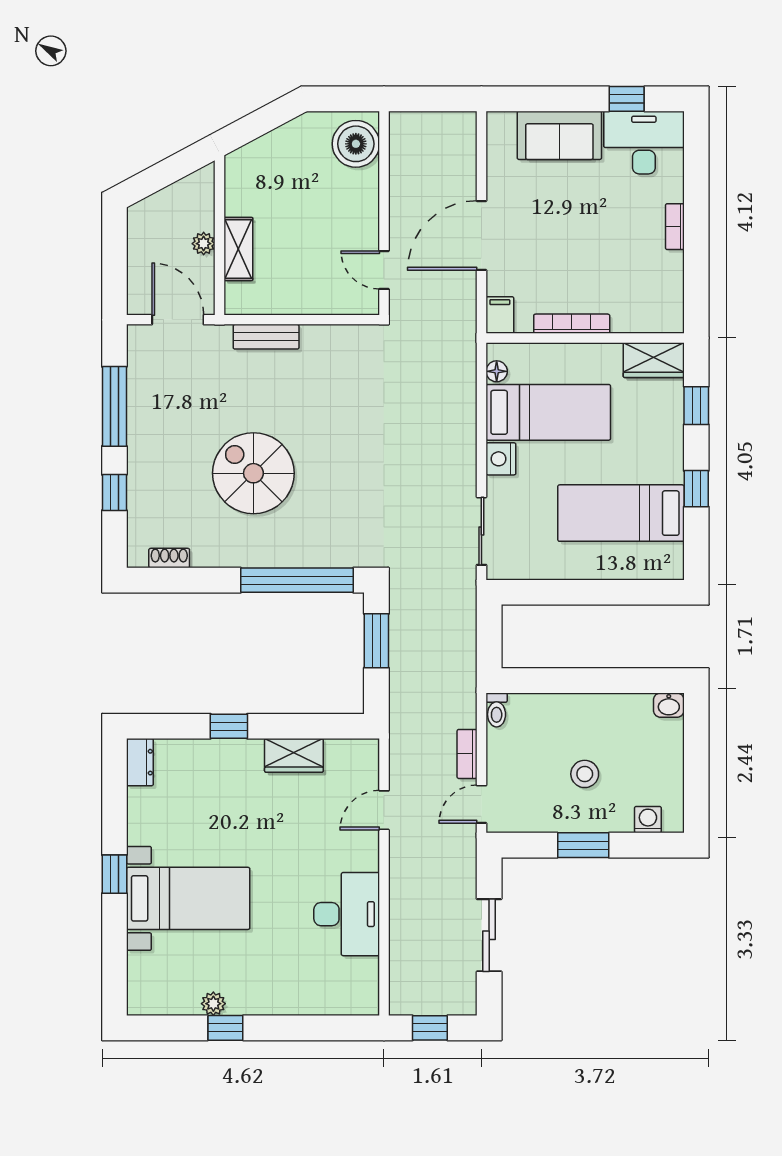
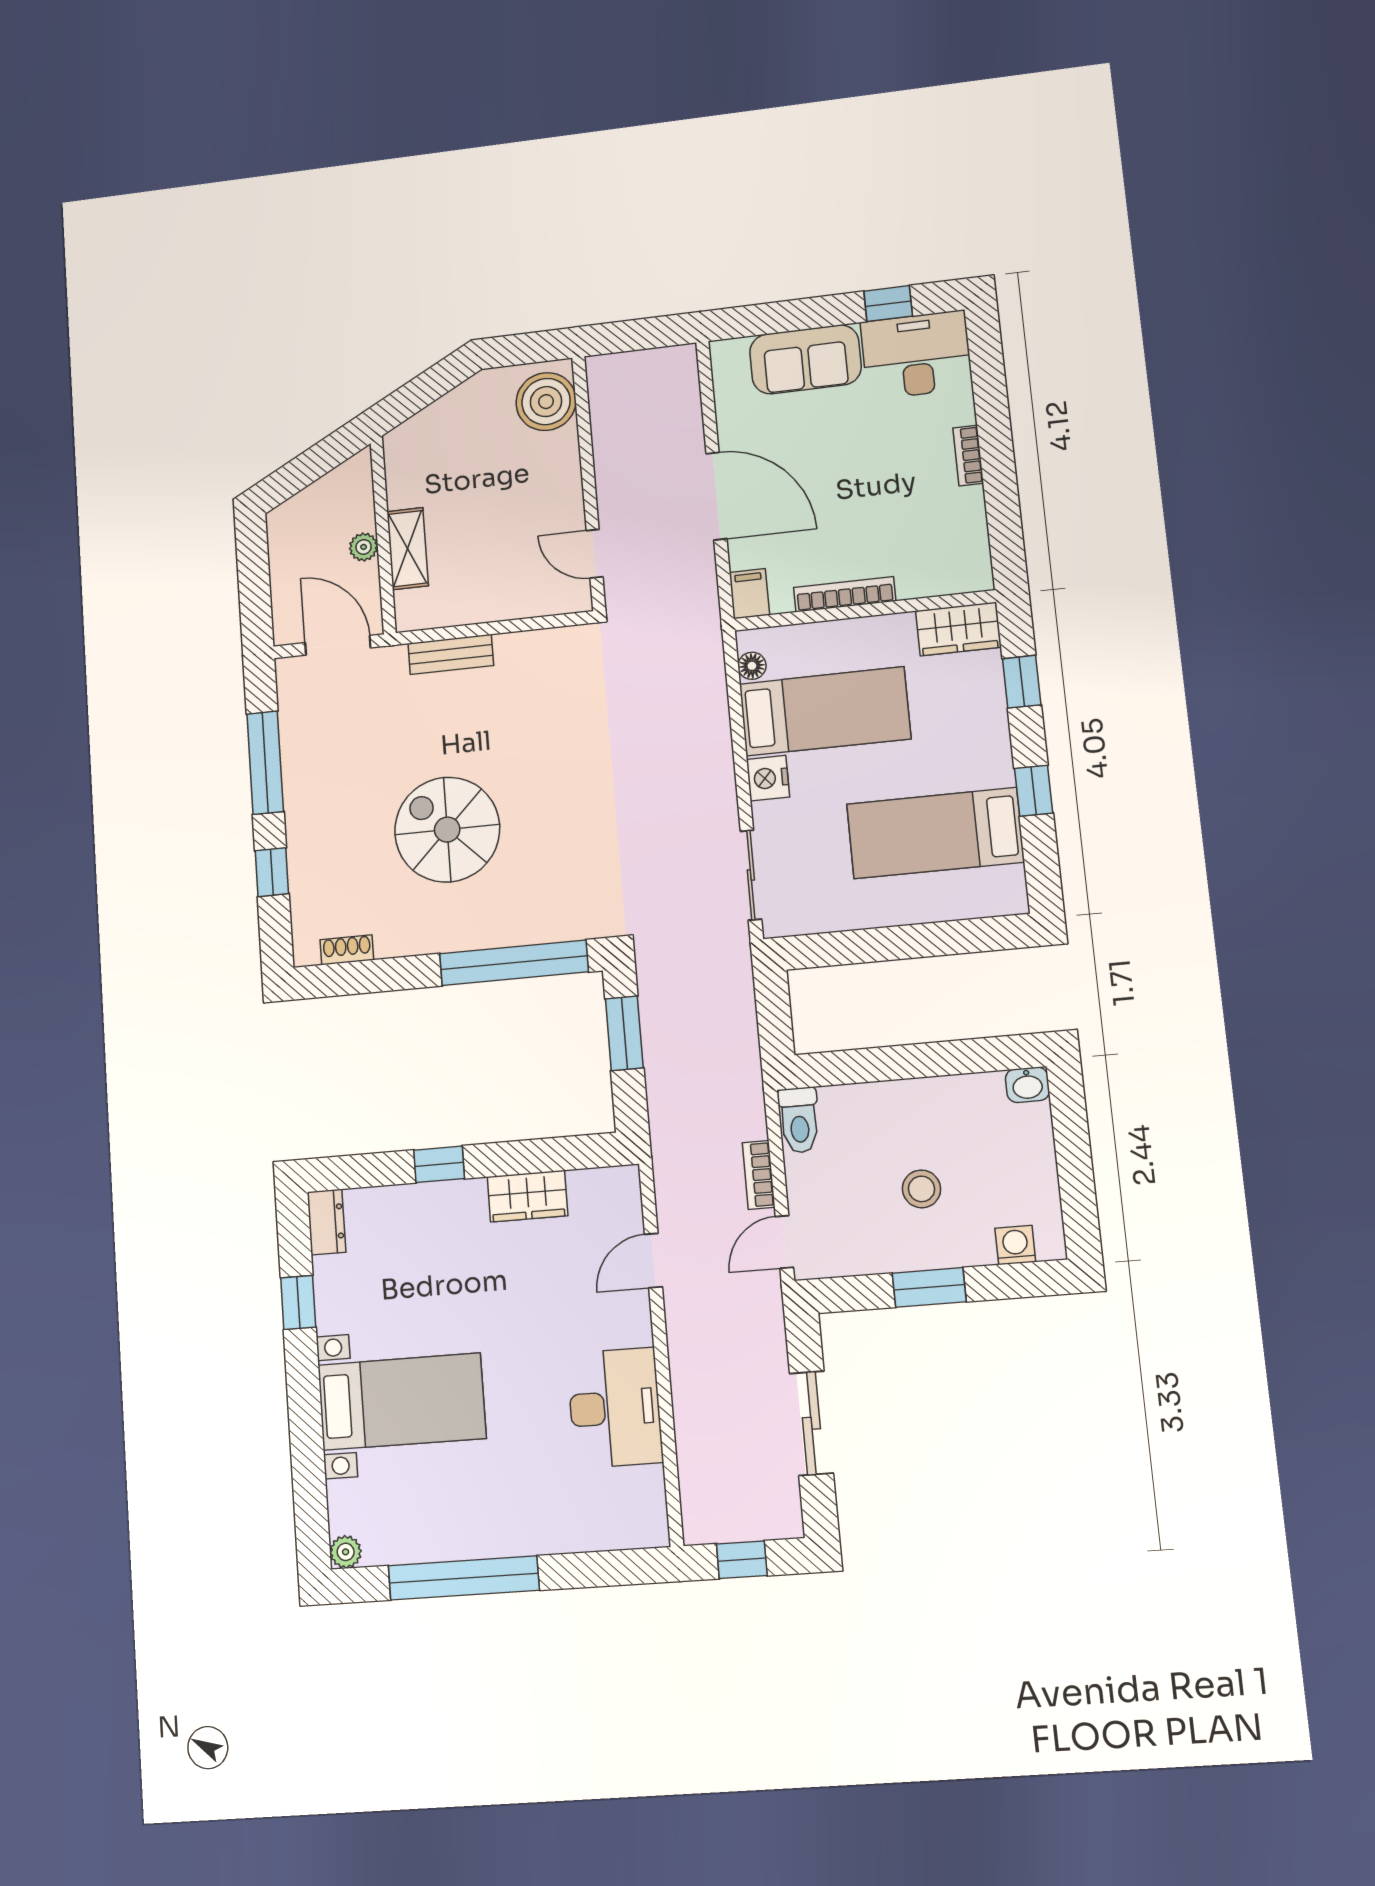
door: (481, 235) -> (716, 496), swing flipped
toilet: (497, 710) -> (799, 1120), width x1.37, depth x1.39
window: (114, 874) -> (298, 1302), moved
plant: (213, 1004) -> (346, 1552), moved
window: (225, 1028) -> (464, 1578), width x3.17

